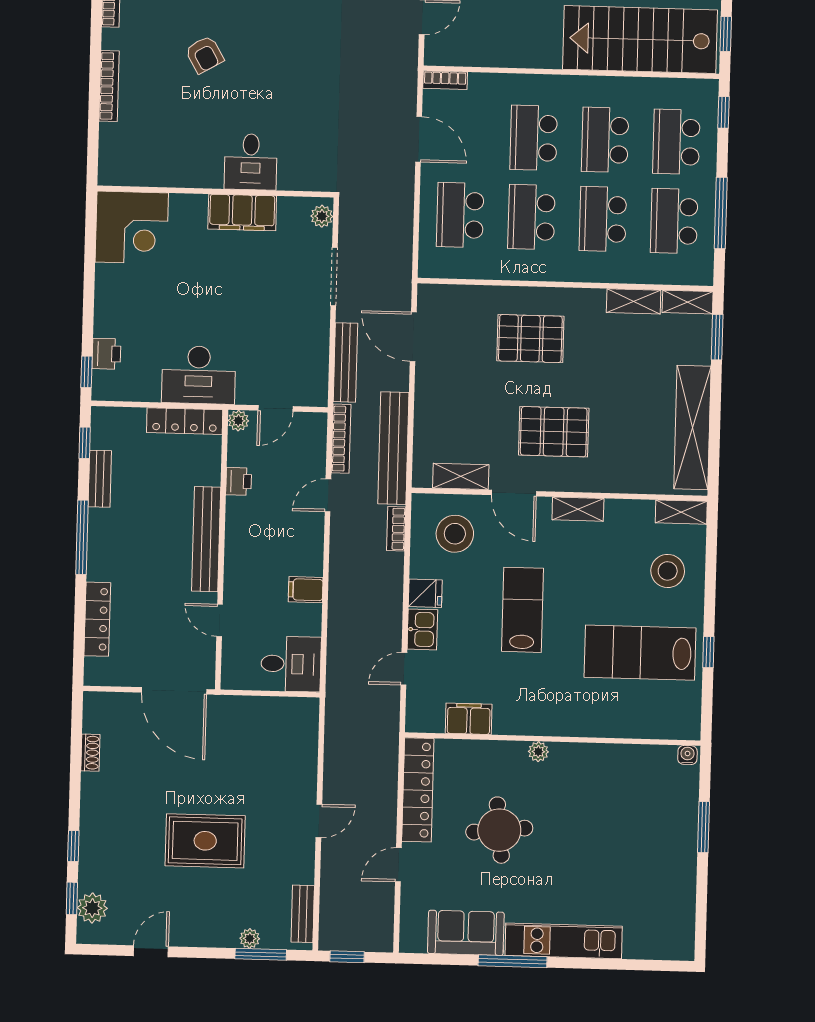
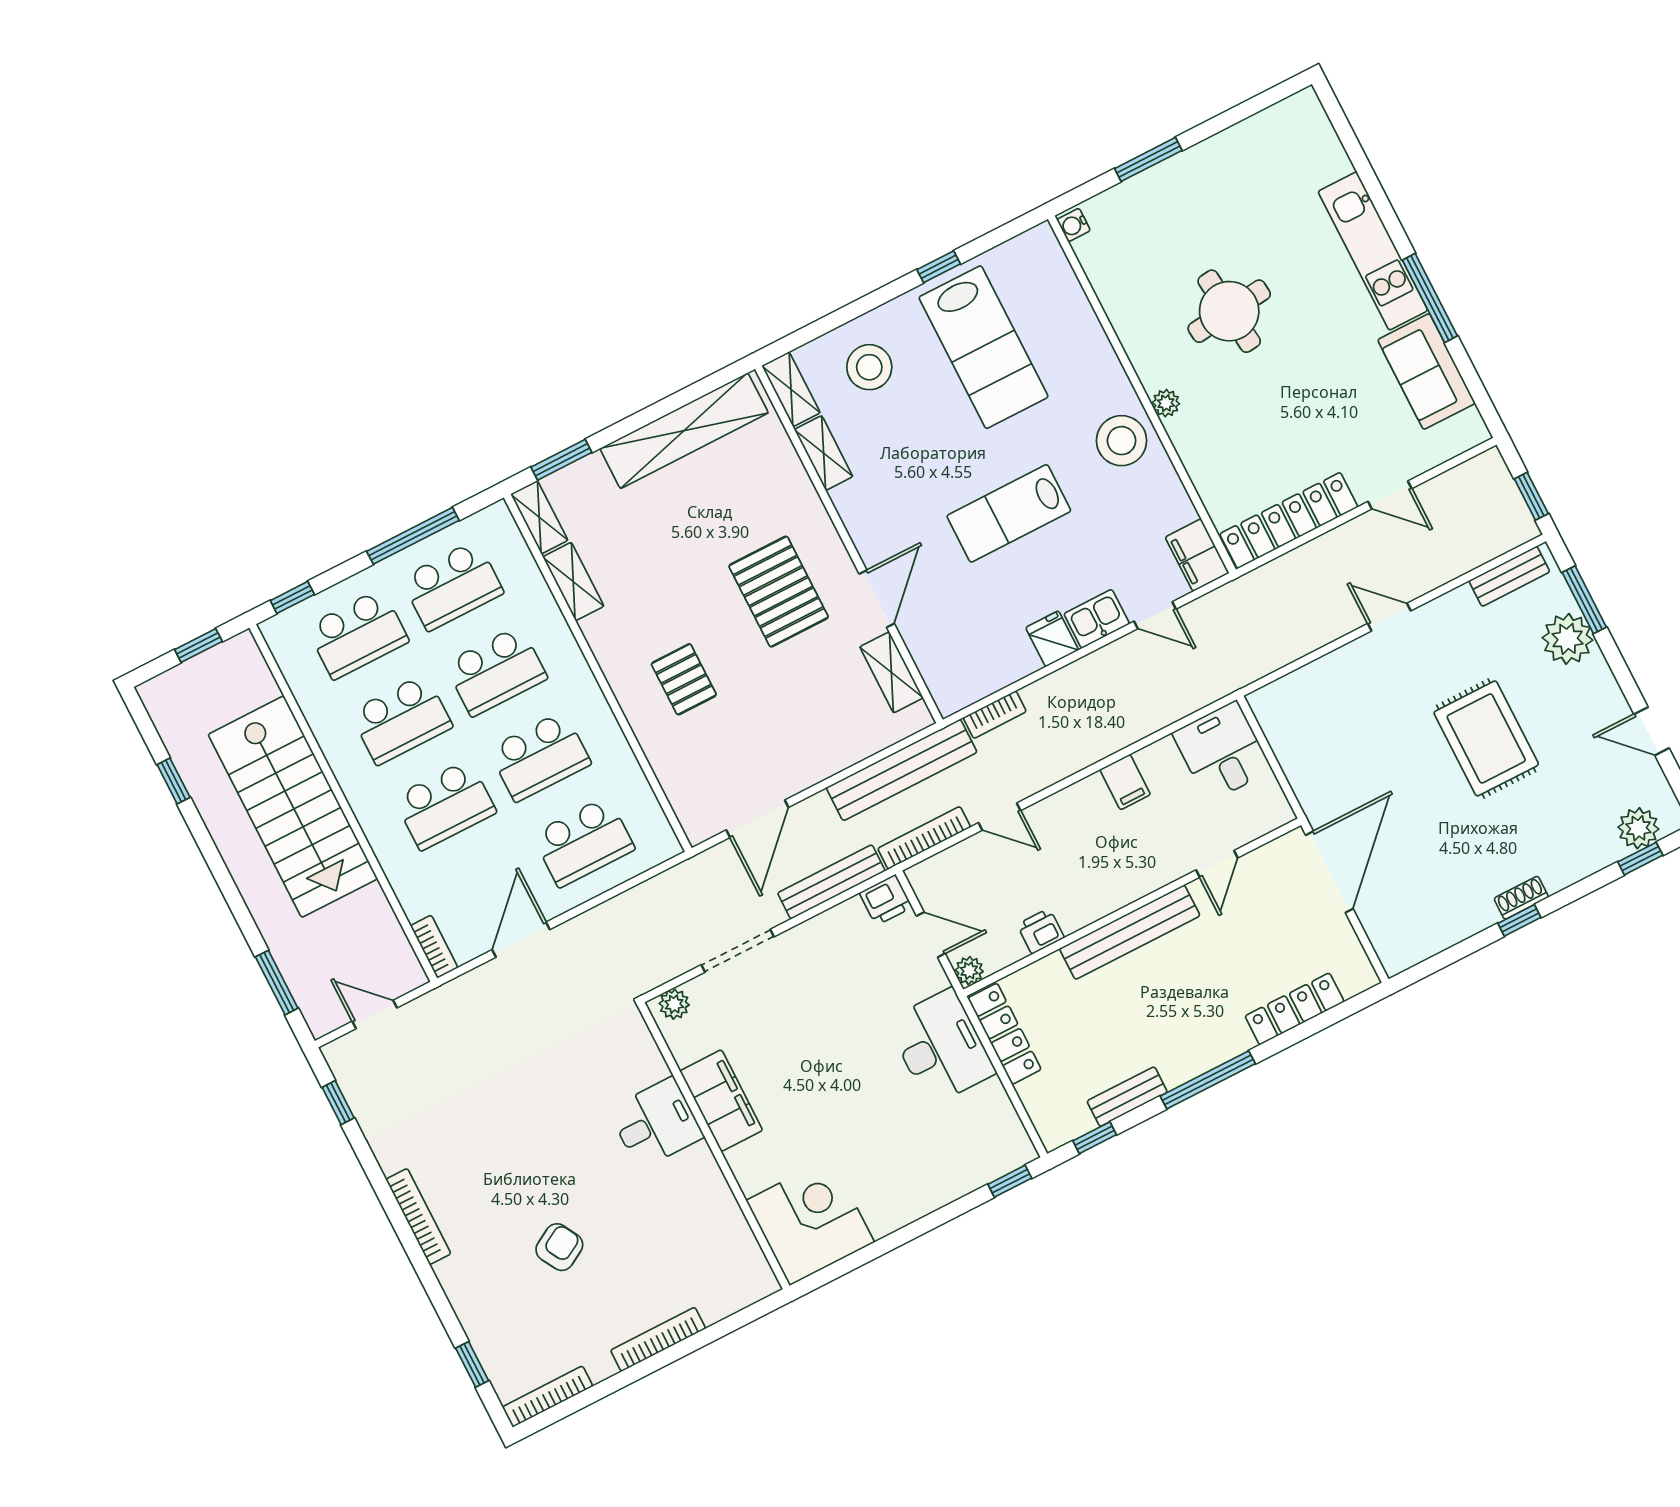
stairs: (640, 40) -> (293, 807), moved
pallet: (530, 339) -> (684, 679), width x0.67, depth x0.71
printer: (106, 354) -> (886, 900), moved, turned 180
shelving: (578, 509) -> (824, 453), moved
stool: (455, 534) -> (1122, 441), moved
filing cabinet: (469, 719) -> (1197, 555), moved
shoe rack: (90, 753) -> (1521, 898), moved
round table: (499, 830) -> (1229, 311), moved
window: (73, 846) -> (1519, 920), moved
plant: (250, 938) -> (1568, 639), width x1.88, depth x1.88

